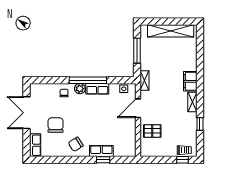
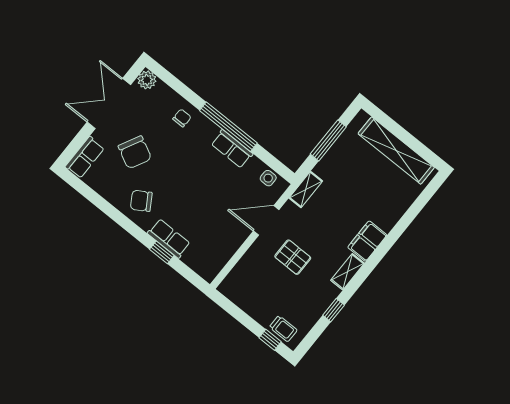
plant: (80, 89) -> (147, 80), moved
chair: (56, 125) -> (135, 152), turned 117
pallet: (152, 131) -> (293, 257), moved

